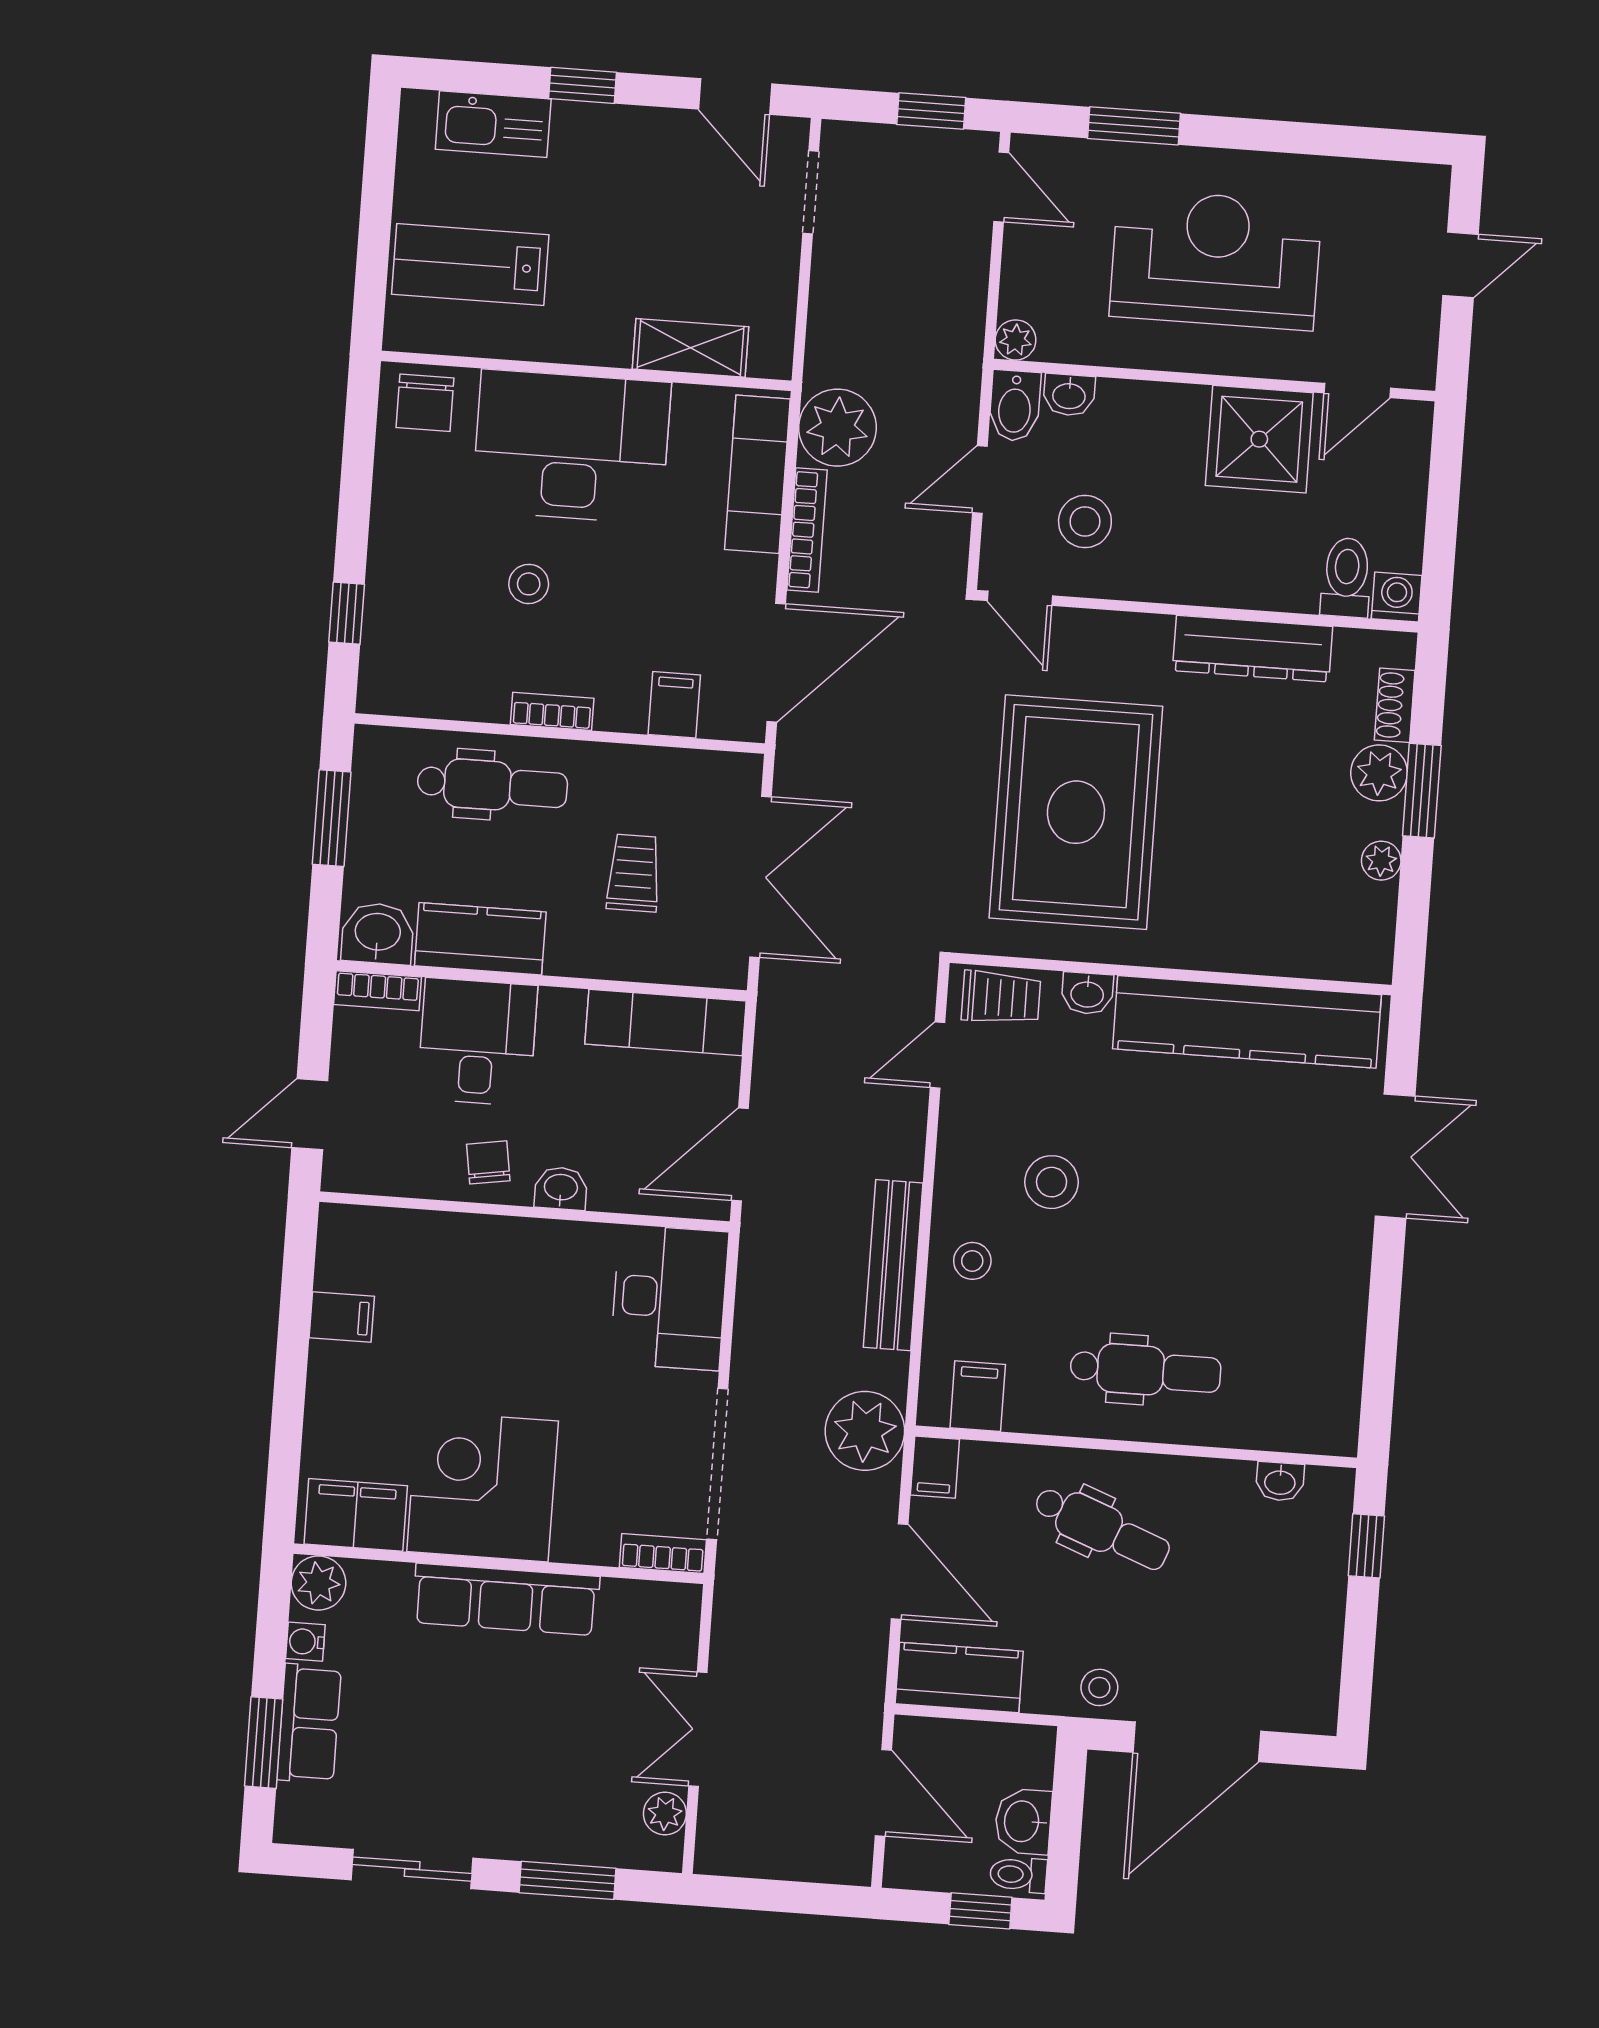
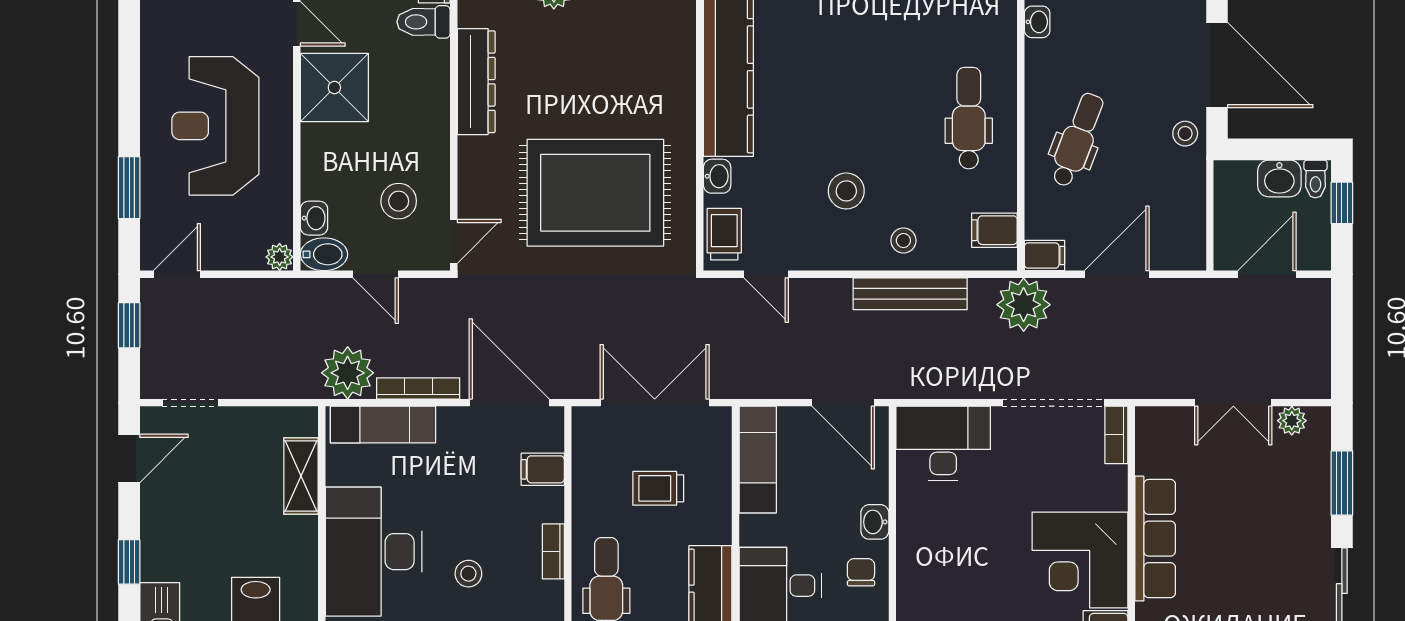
chair: (488, 1162) -> (861, 572), turned 99
kitchen counter: (959, 1677) -> (1185, 229), removed

